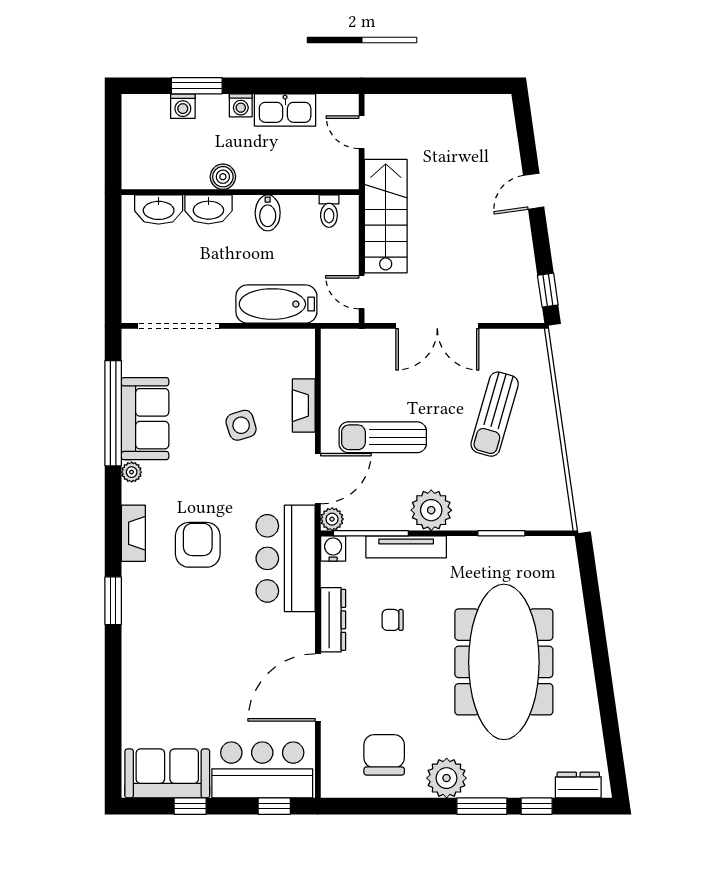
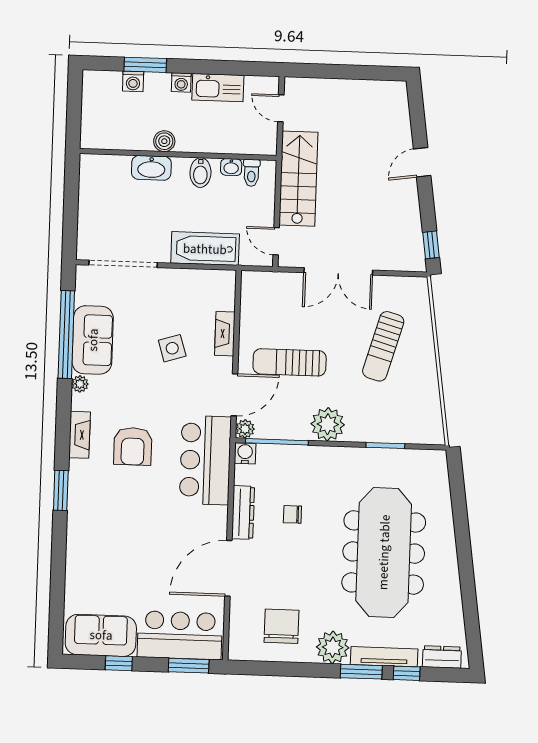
washbasin: (159, 210) -> (231, 167), moved, width x0.52, depth x0.69
armchair: (198, 545) -> (133, 446), turned 180
tv unit: (406, 547) -> (384, 657), moved, turned 180
window: (274, 806) -> (189, 666), width x1.50

